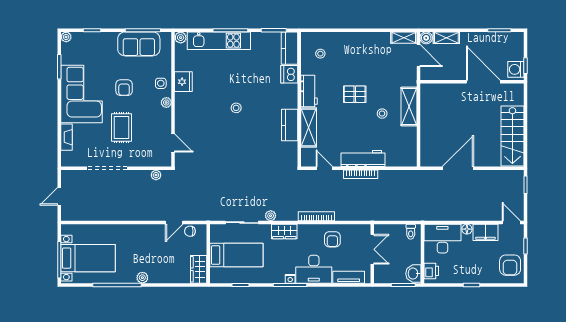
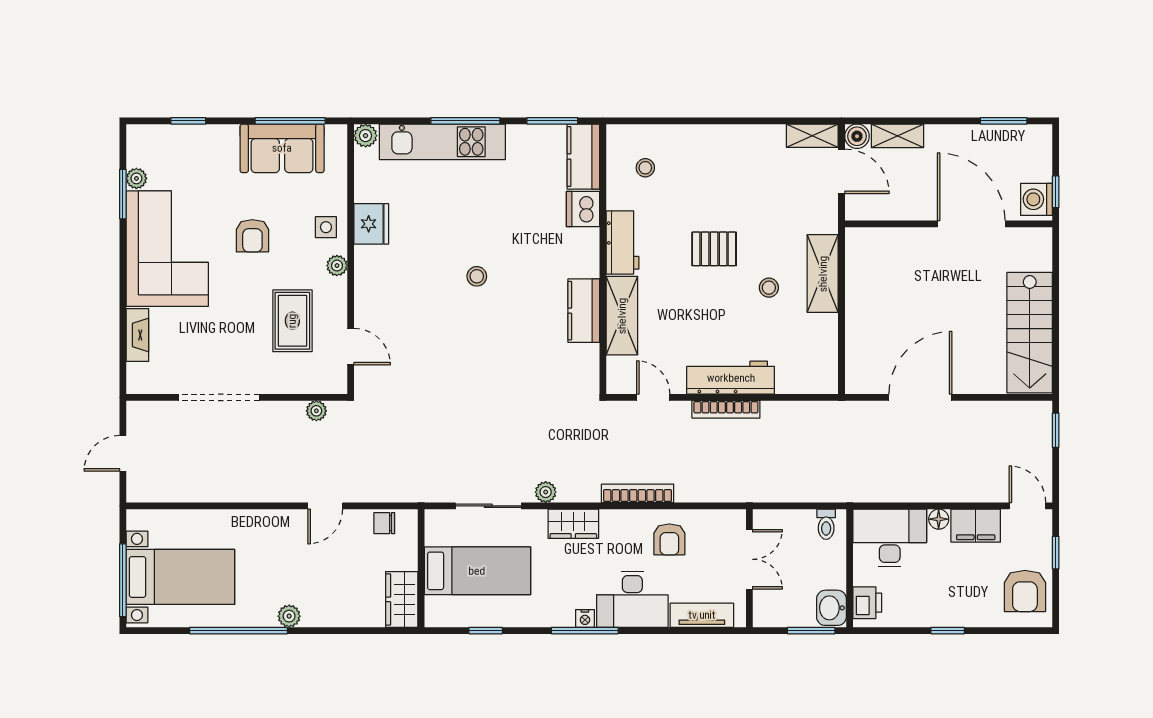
plant: (66, 37) -> (136, 178), moved
rug: (122, 127) -> (292, 321), moved
door: (174, 223) -> (325, 506), moved

